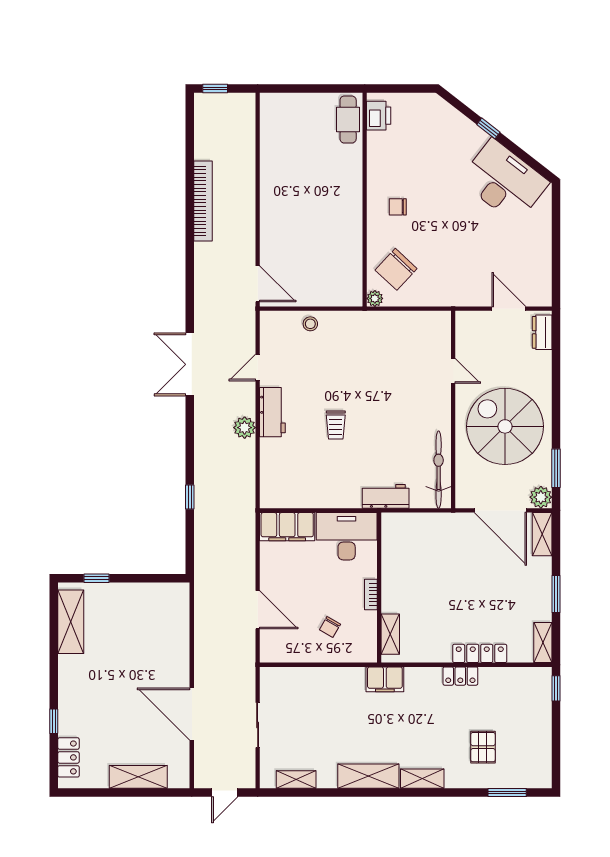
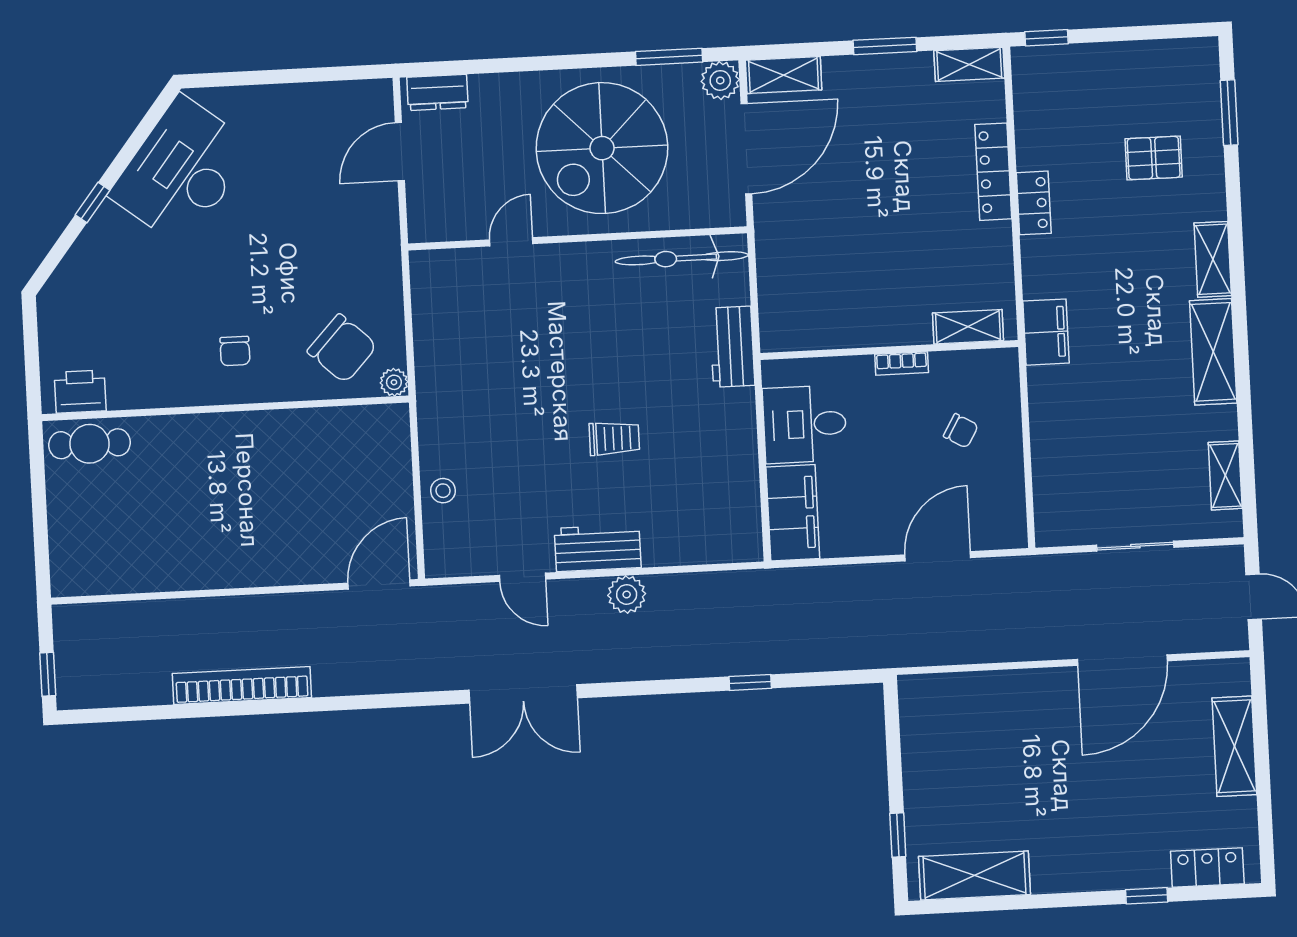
desk: (347, 536) -> (805, 424), width x0.73

